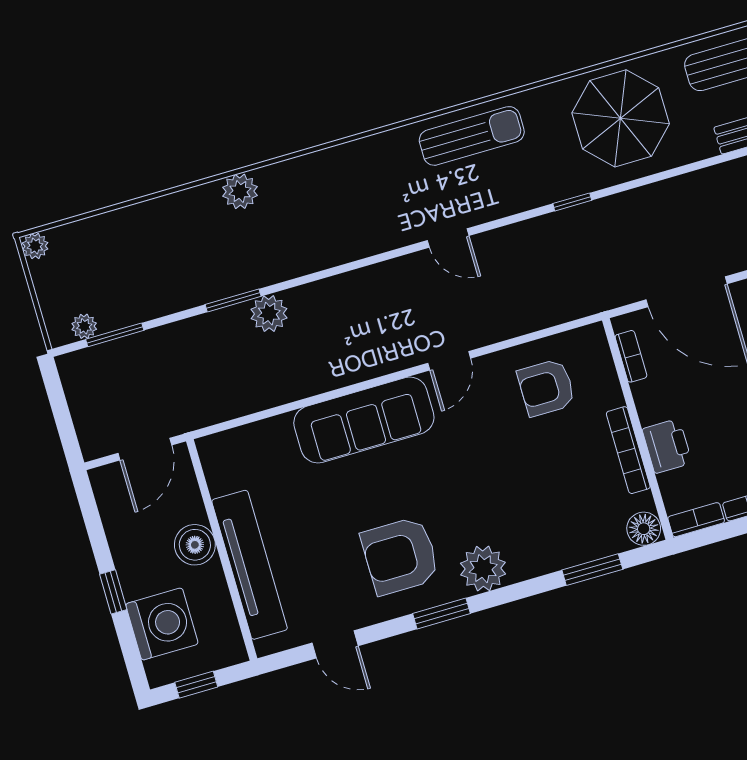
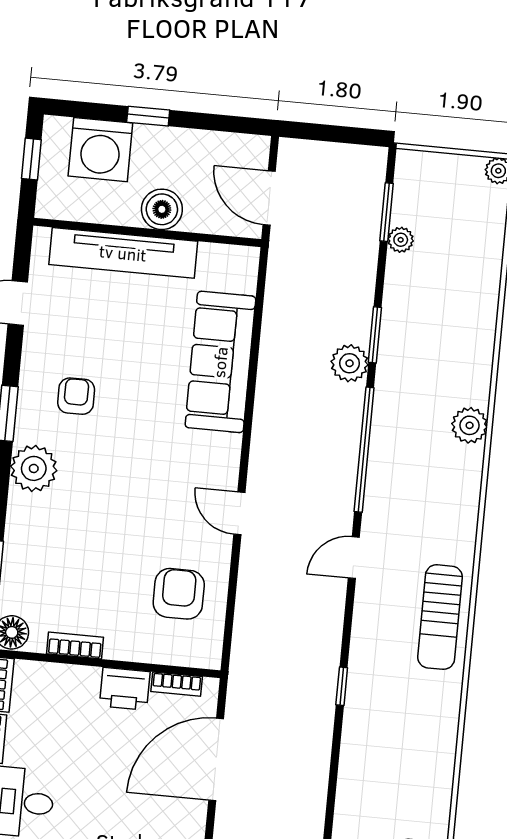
parasol: (621, 118) -> (402, 762), removed
plant: (240, 191) -> (470, 425), moved
window: (344, 268) -> (364, 450), added
plant: (84, 326) -> (401, 240), moved
sofa: (364, 420) -> (220, 362), moved
printer: (667, 446) -> (125, 689), moved
bookcase: (628, 450) -> (75, 645), width x0.64
armchair: (400, 556) -> (76, 396), width x0.53, depth x0.53

